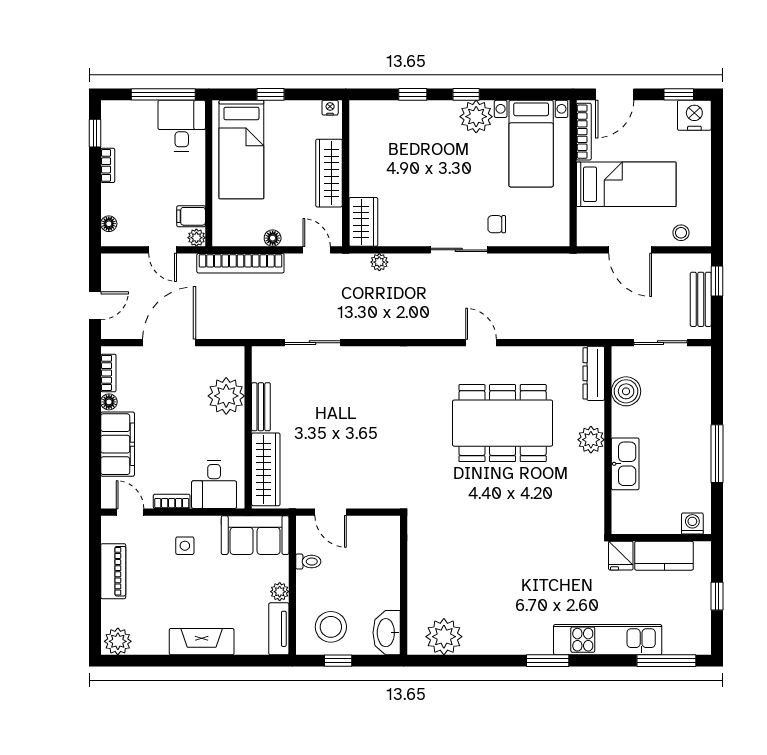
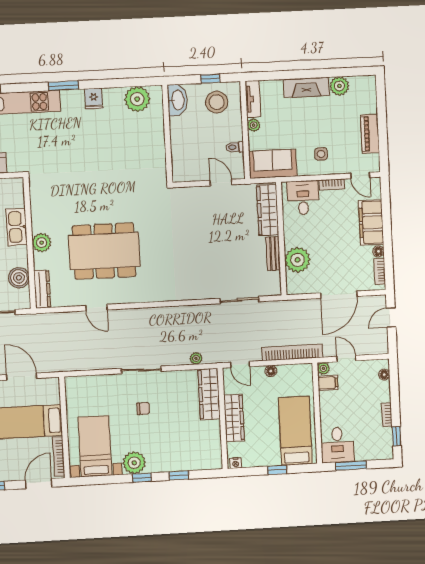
window: (163, 94) -> (351, 466), width x0.69
wardrobe: (363, 222) -> (209, 394), width x1.50
chair: (497, 224) -> (143, 408), moved
door: (481, 343) -> (96, 308), moved
fridge: (621, 556) -> (94, 99), moved, turned 180
plant: (118, 641) -> (339, 86), moved

